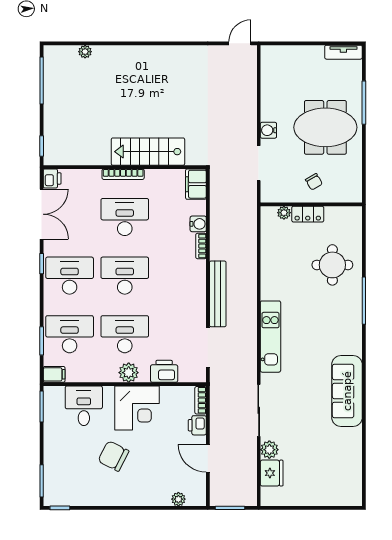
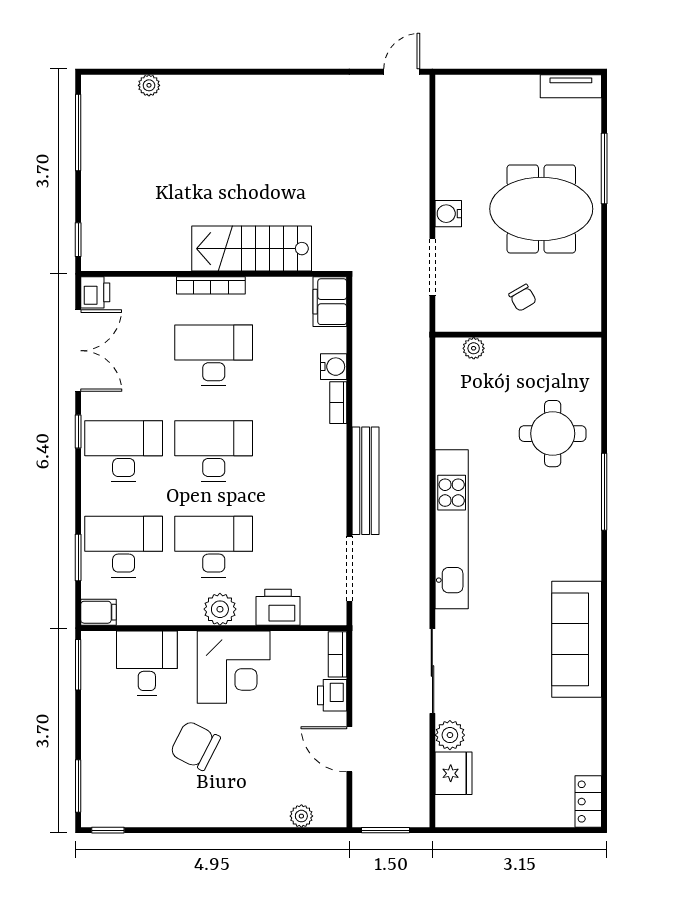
locker: (308, 214) -> (588, 802), moved, turned 90
kitchen unit: (270, 337) -> (452, 529), width x1.36

